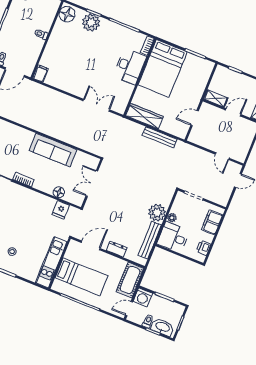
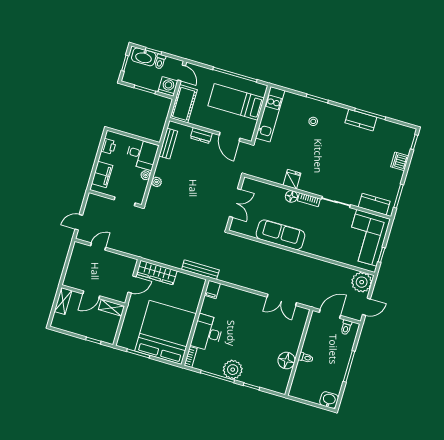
floor lamp: (67, 14) -> (286, 361), moved
plant: (91, 23) -> (233, 370), moved
bed: (163, 68) -> (165, 332), width x1.36
filing cabinet: (41, 73) -> (212, 289), moved
double door: (96, 105) -> (282, 300), moved
wardrobe: (144, 116) -> (157, 273), moved
bench: (160, 137) -> (200, 270), moved
door: (222, 156) -> (98, 247), hinge flipped
floor lamp: (59, 192) -> (291, 196), moved
fridge: (61, 210) -> (292, 179), moved
plant: (157, 213) -> (157, 182), width x0.53, depth x0.53
bench: (150, 240) -> (168, 144), width x0.73
door: (91, 245) -> (230, 137), hinge flipped
door: (129, 309) -> (182, 73), hinge flipped

